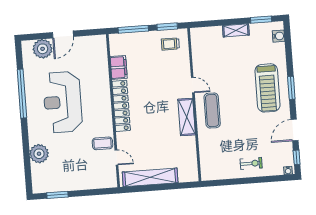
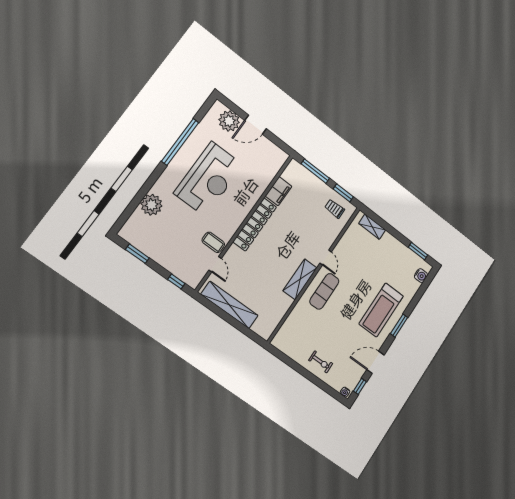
shelving: (236, 30) -> (372, 227), moved
reception desk: (63, 102) -> (209, 179), turned 180
window: (99, 192) -> (176, 281), added

